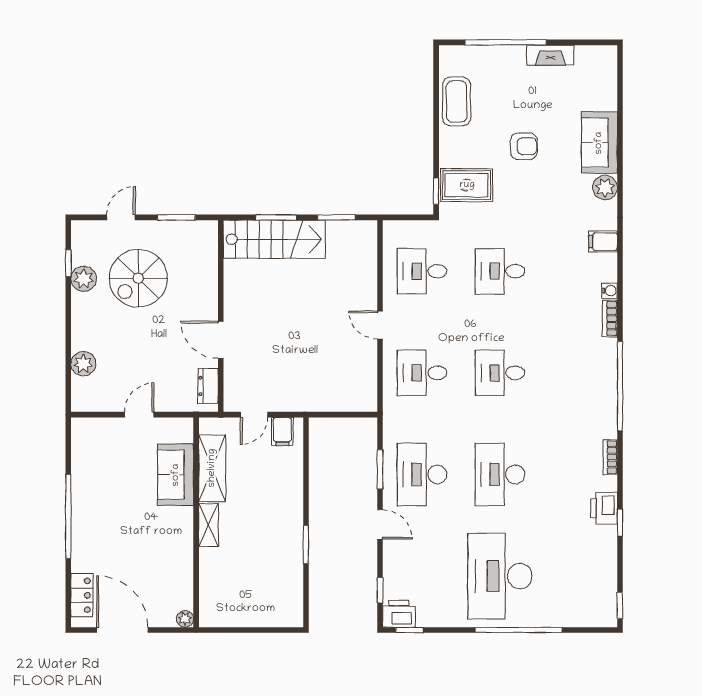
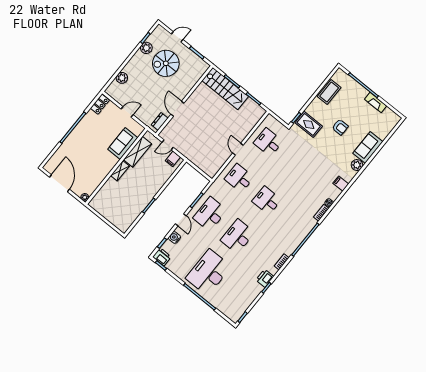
desk: (500, 271) -> (296, 165), removed
water cooler: (394, 564) -> (174, 237), added
locker: (82, 595) -> (100, 104), moved

